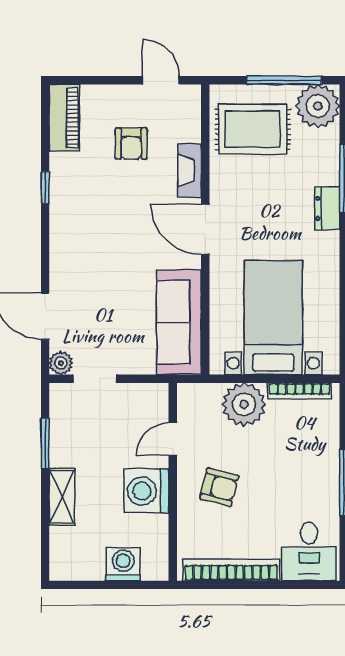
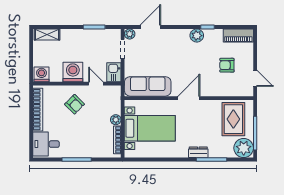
door: (161, 80) -> (255, 78), hinge flipped
fireplace: (190, 170) -> (215, 91), removed
plant: (64, 212) -> (197, 36), added
kitchen sink: (147, 398) -> (114, 72), added
plant: (244, 404) -> (116, 120), width x0.53, depth x0.53
armchair: (219, 487) -> (75, 104), turned -59
shelving: (62, 497) -> (47, 35), moved
washing machine: (123, 564) -> (42, 74), moved, turned -90

